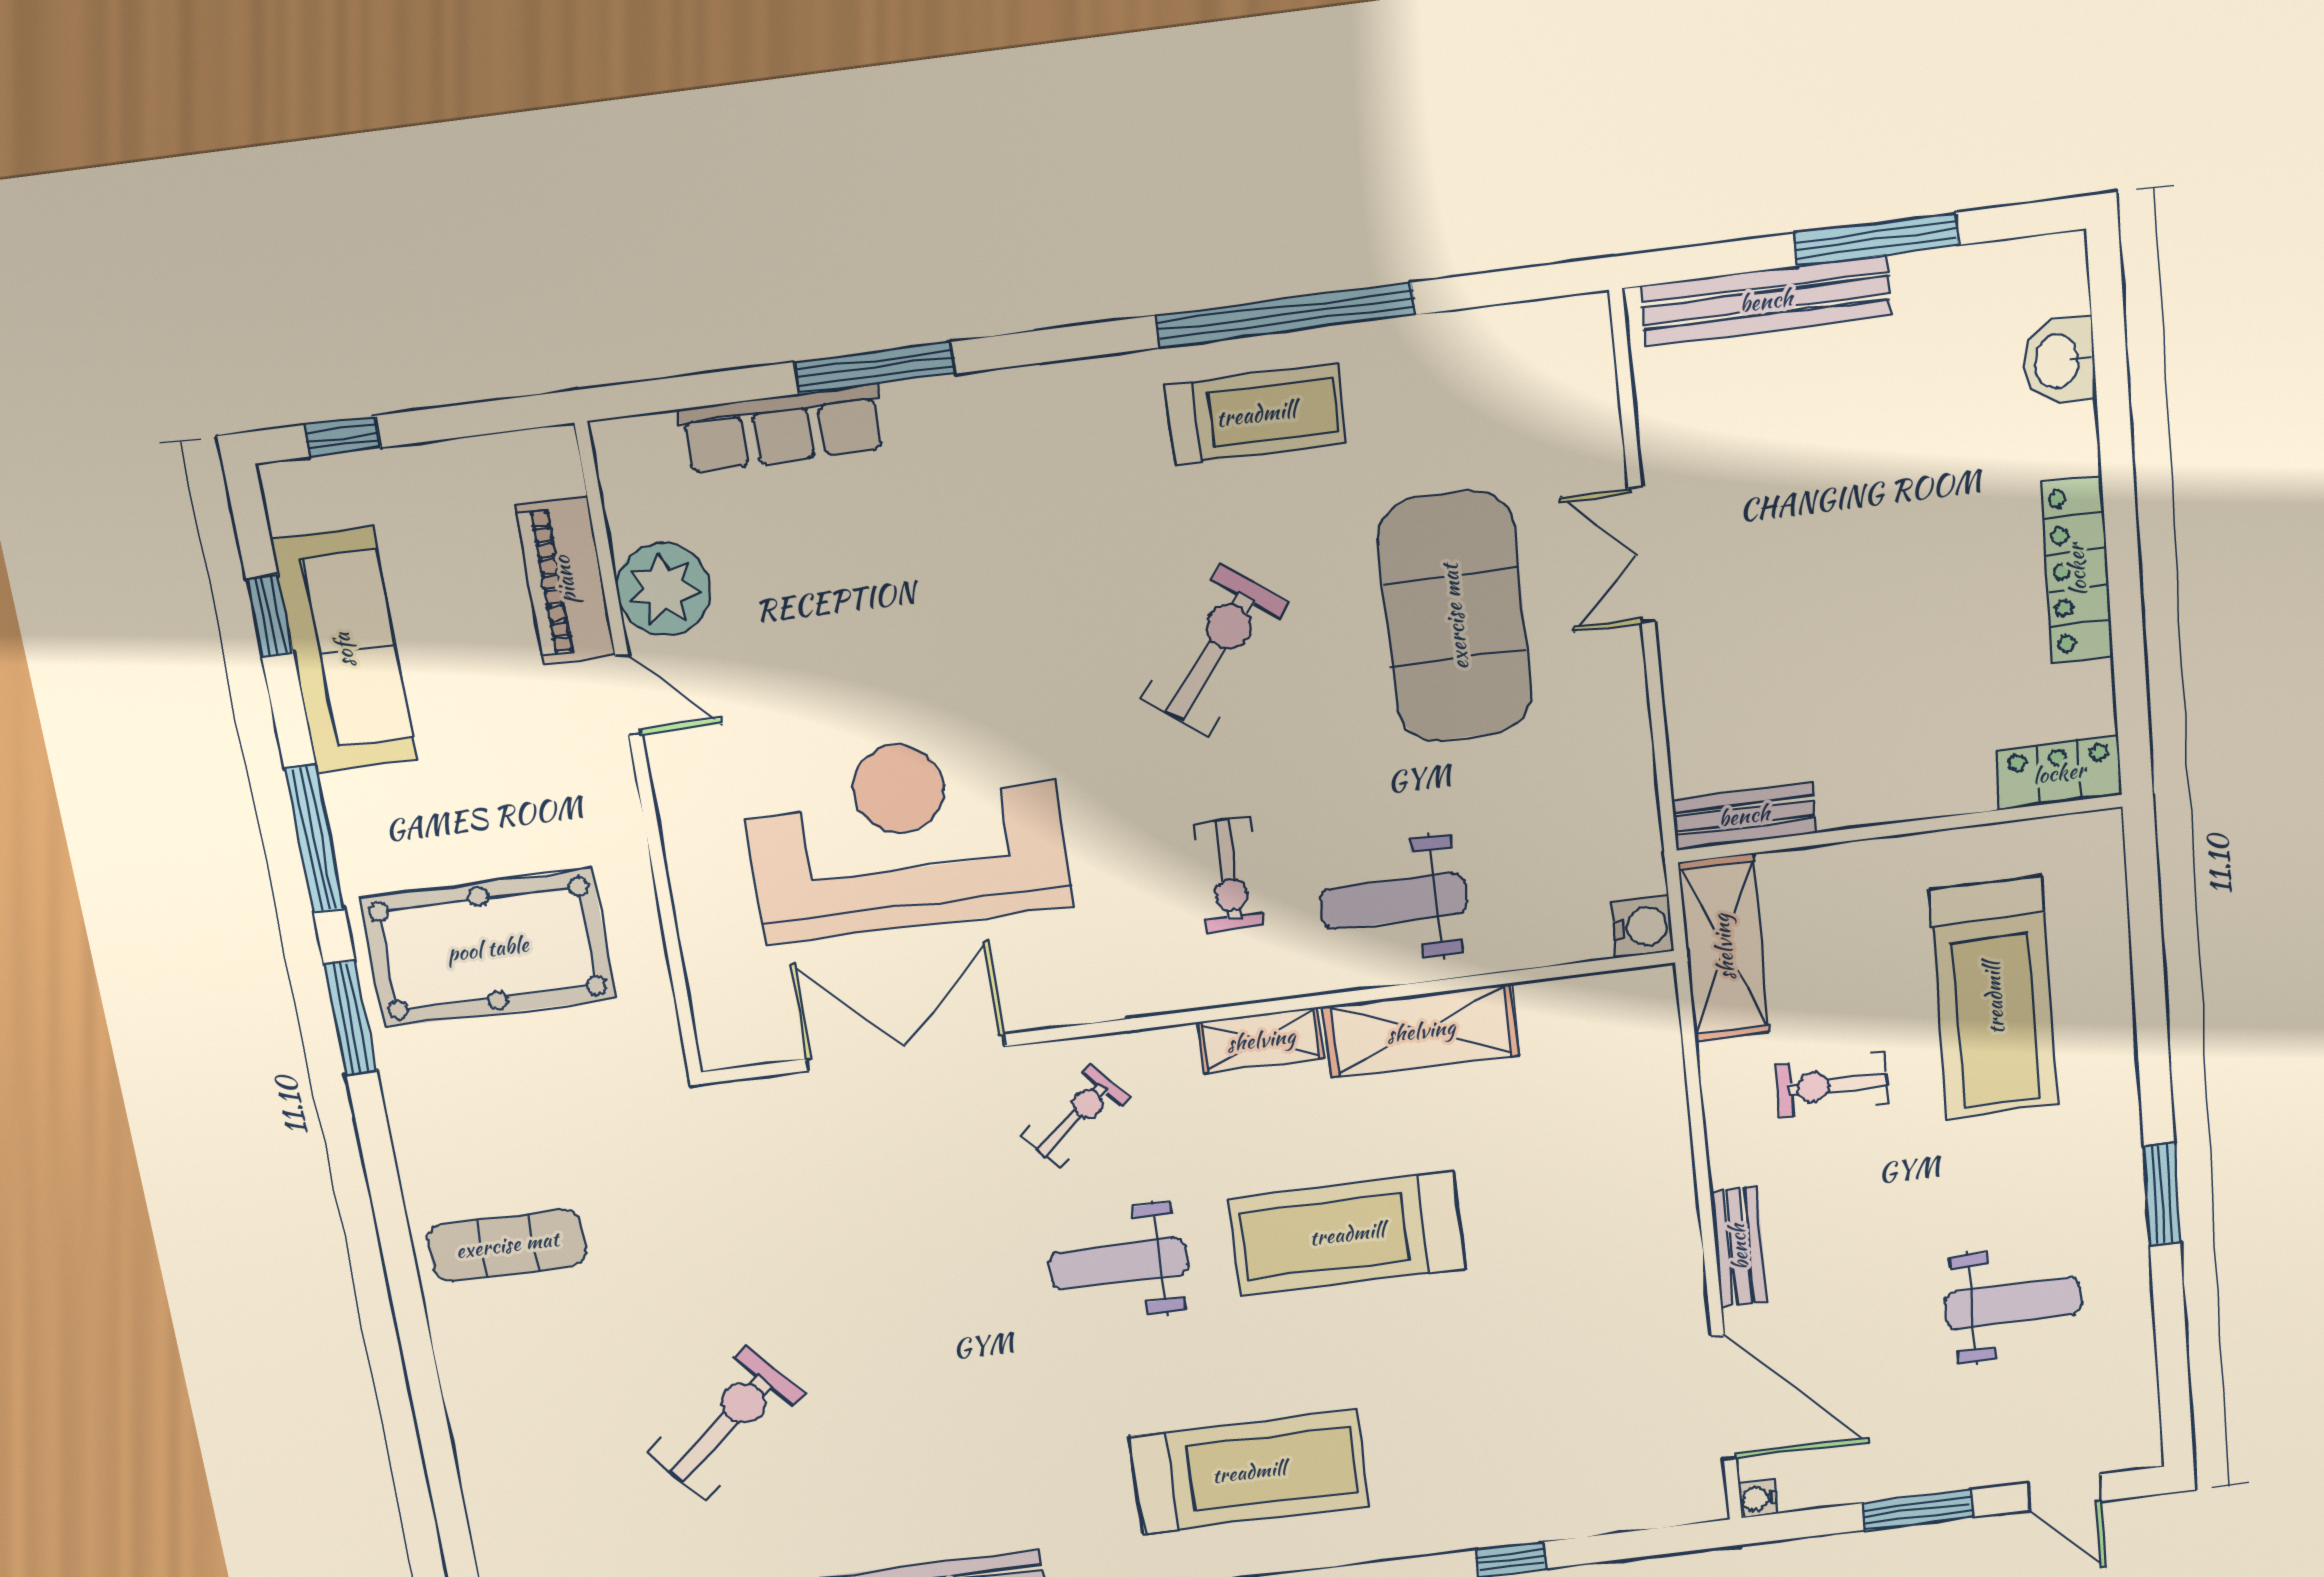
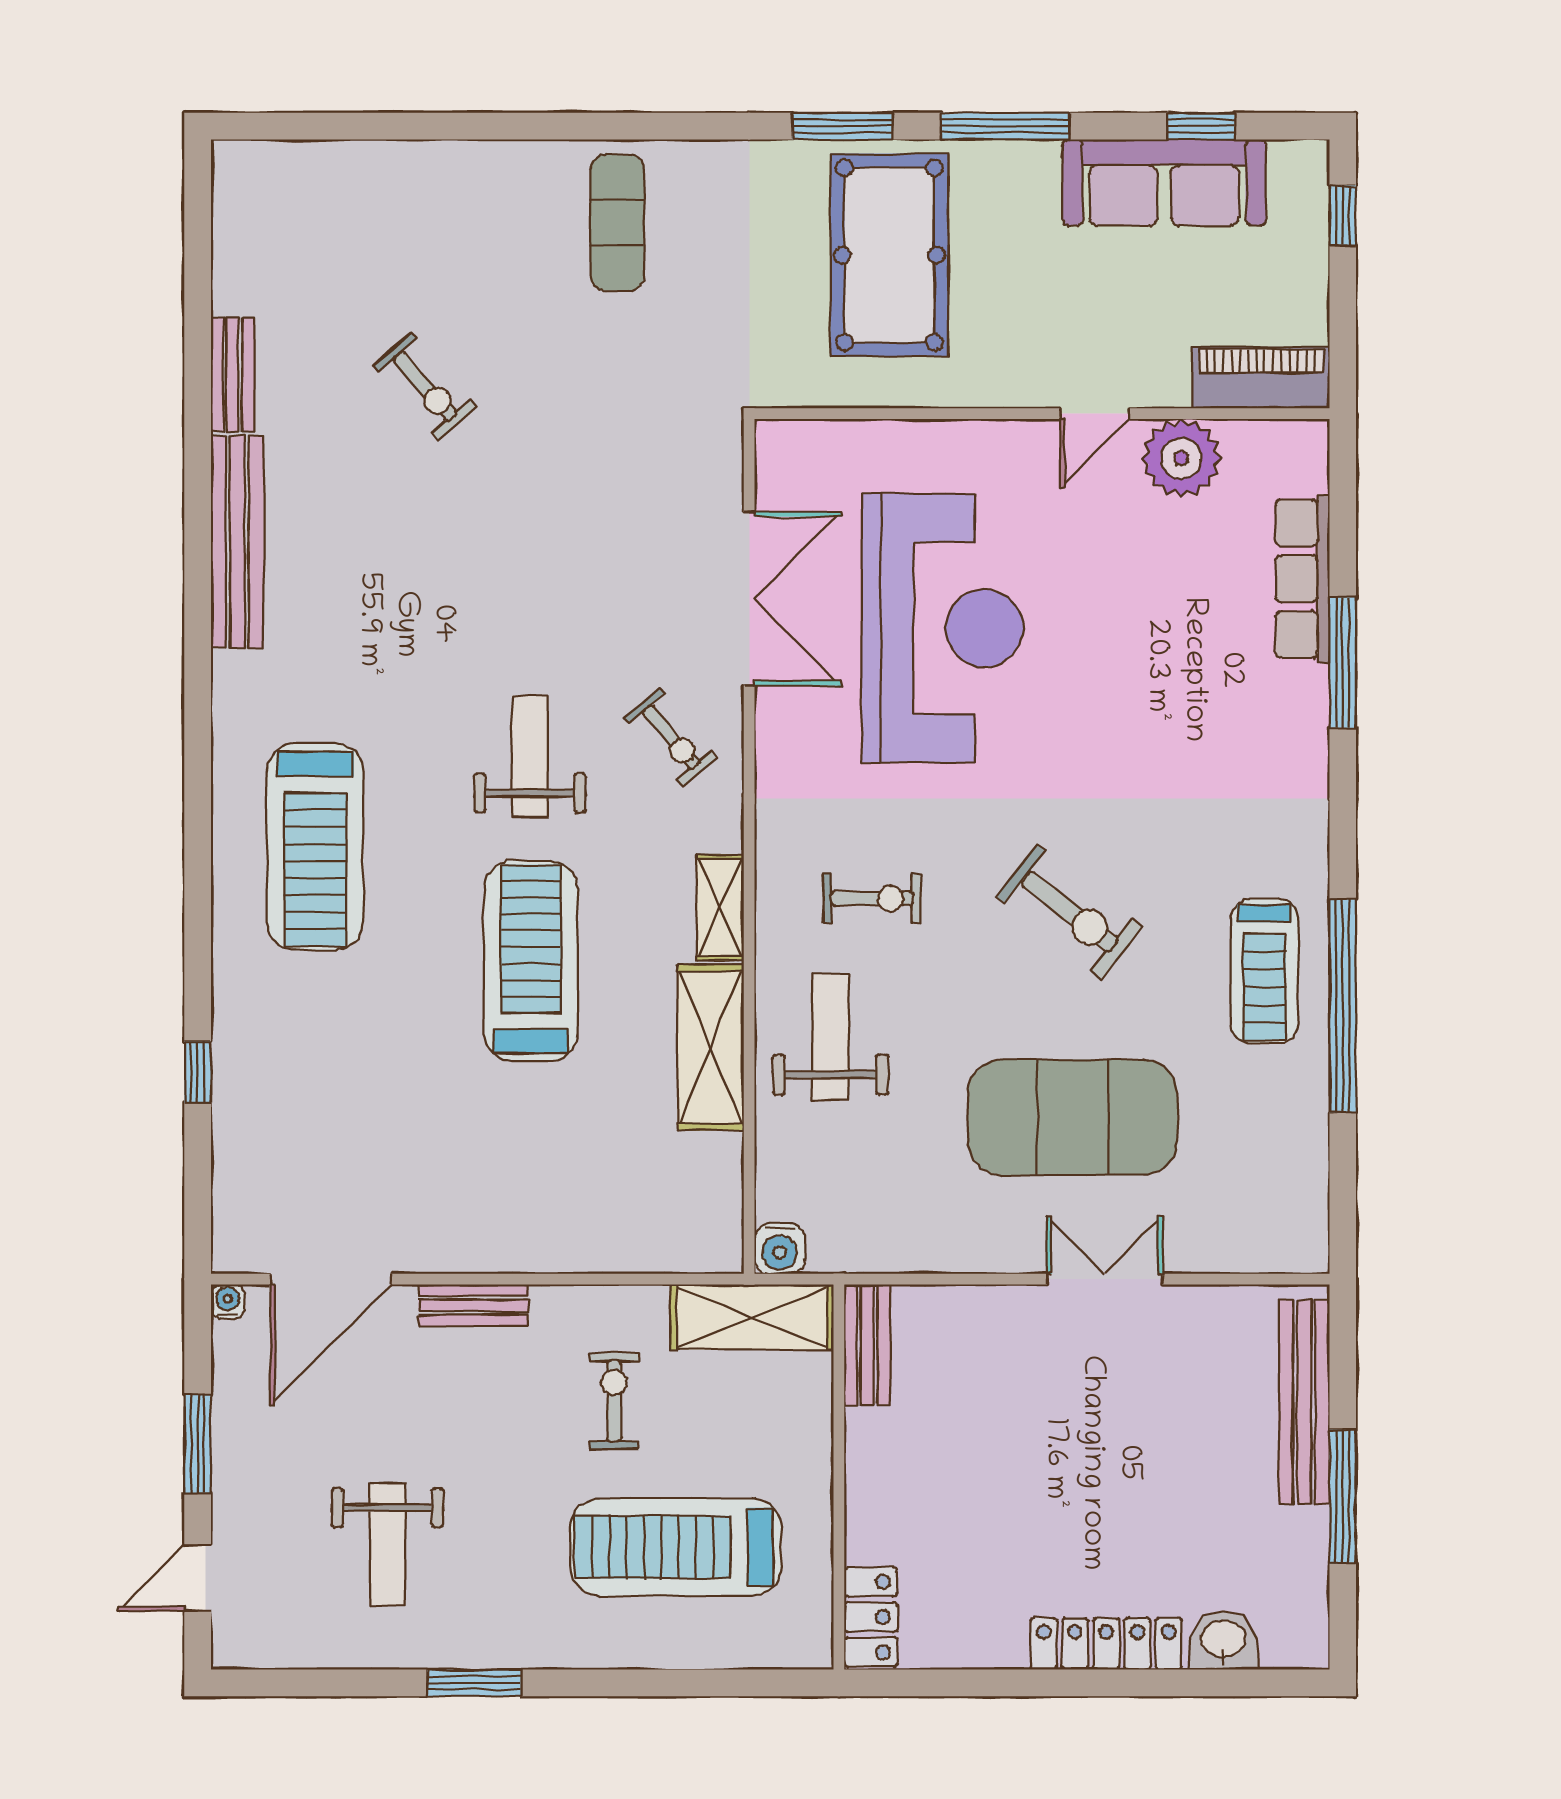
locker: (2077, 570) -> (1106, 1644), moved
piano: (565, 580) -> (1261, 378), moved
exercise bike: (1229, 875) -> (872, 899), turned 180
exercise bike: (726, 1422) -> (425, 387), width x0.73, depth x0.72

